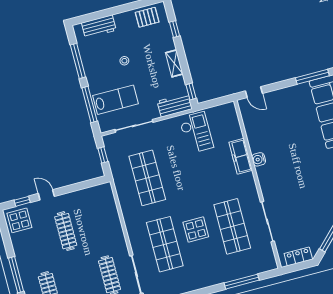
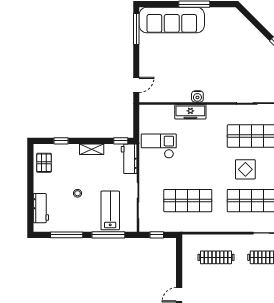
clothes rail: (66, 231) -> (216, 257), moved

